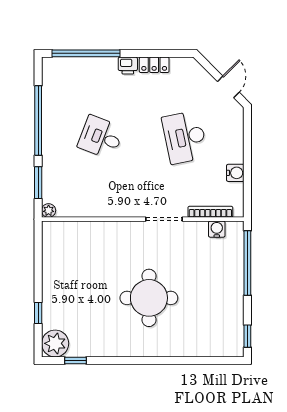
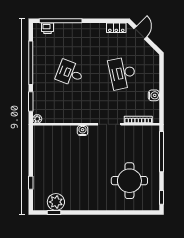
locker: (154, 65) -> (116, 28), moved
printer: (128, 66) -> (47, 28), moved
door: (228, 87) -> (140, 33), moved
water cooler: (217, 229) -> (83, 130), moved
round table: (149, 298) -> (129, 181), moved
plant: (55, 343) -> (56, 202), moved

